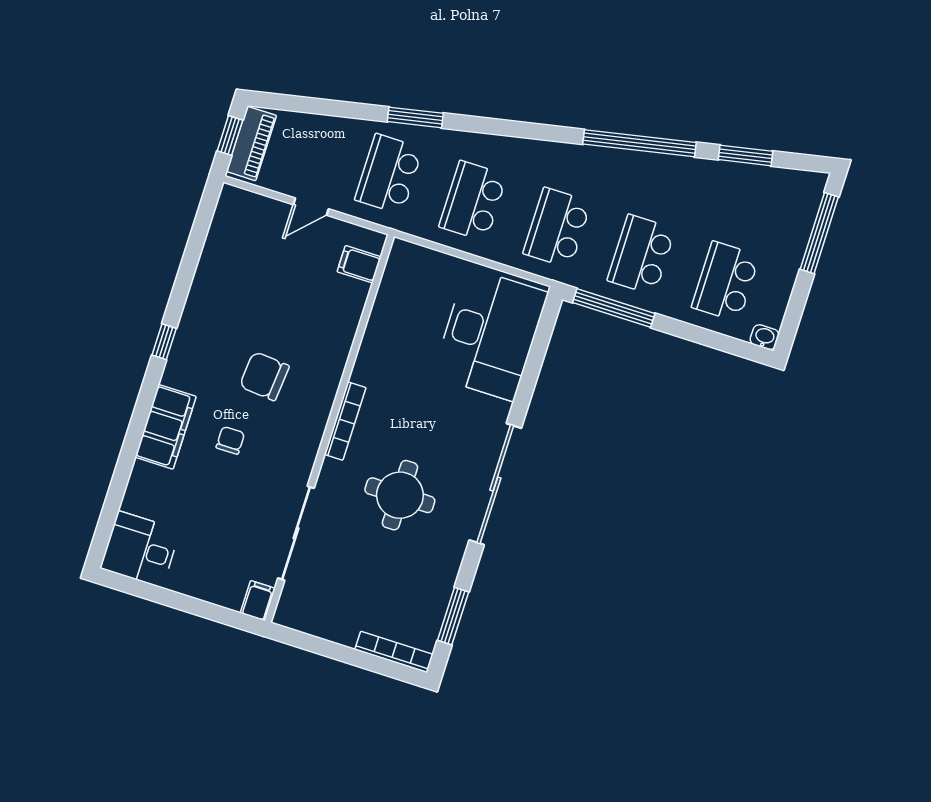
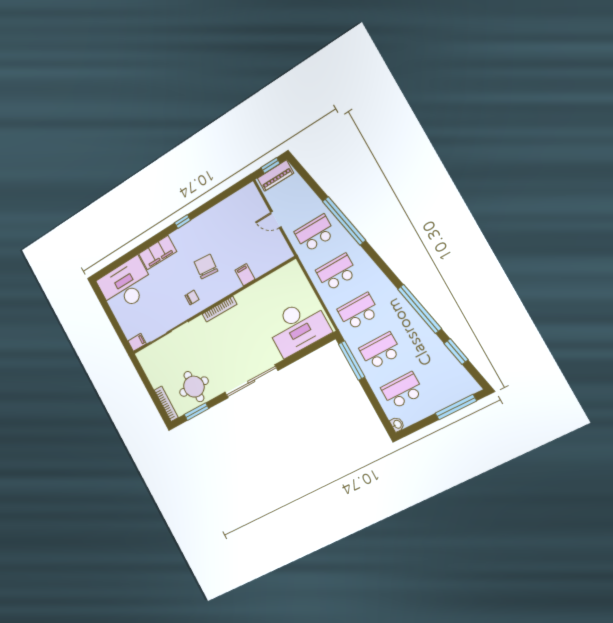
window: (415, 117) -> (344, 221), width x2.11
filing cabinet: (359, 264) -> (245, 275), moved
chair: (230, 440) -> (192, 298), moved
round table: (400, 495) -> (194, 387), moved
desk: (140, 549) -> (126, 285), width x1.87, depth x1.30

